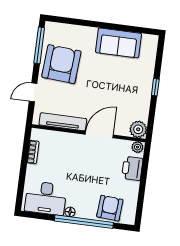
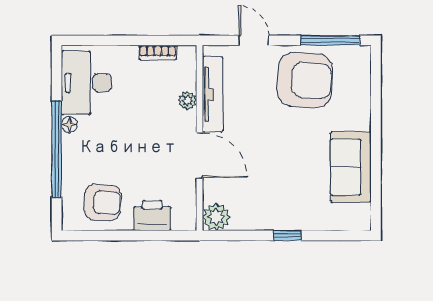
plant: (137, 147) -> (188, 100), moved
armchair: (110, 208) -> (103, 203), moved

